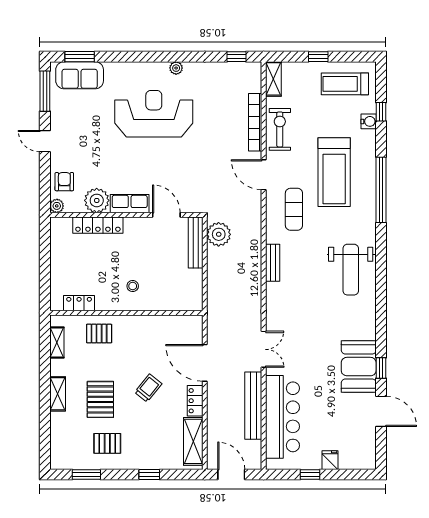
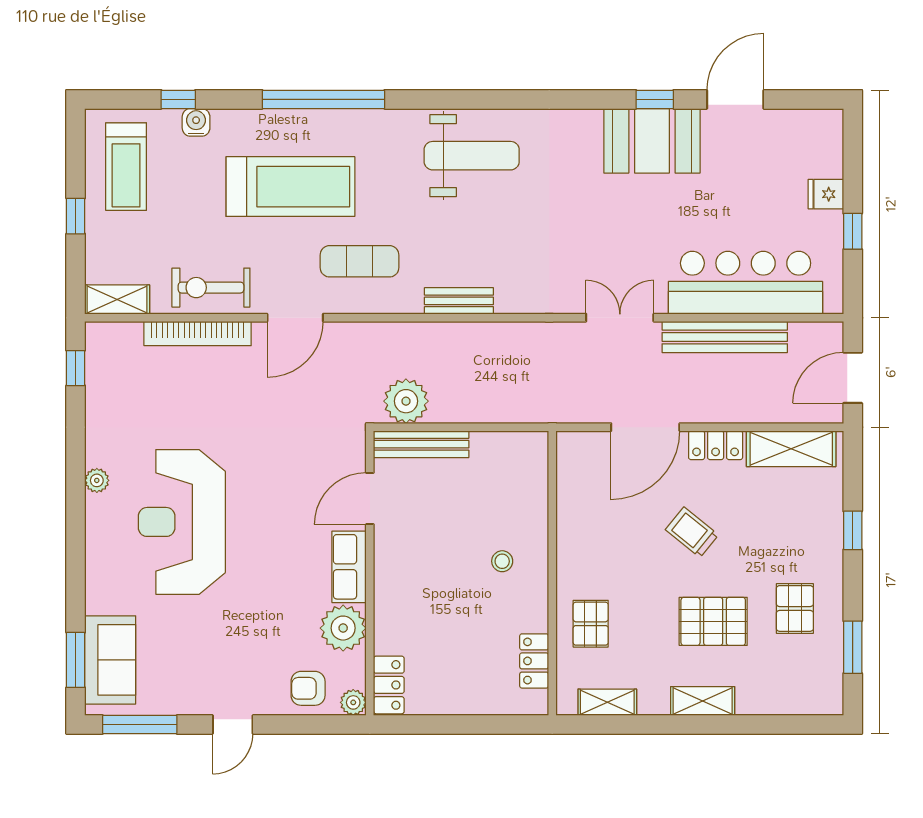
locker: (98, 225) -> (389, 685), moved, width x0.66

